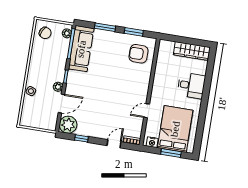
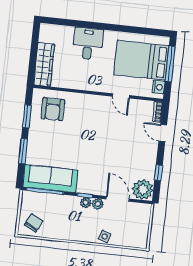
plant: (67, 33) -> (86, 203), moved
wardrobe: (192, 51) -> (44, 64), moved
window: (171, 153) -> (170, 64), width x1.44

